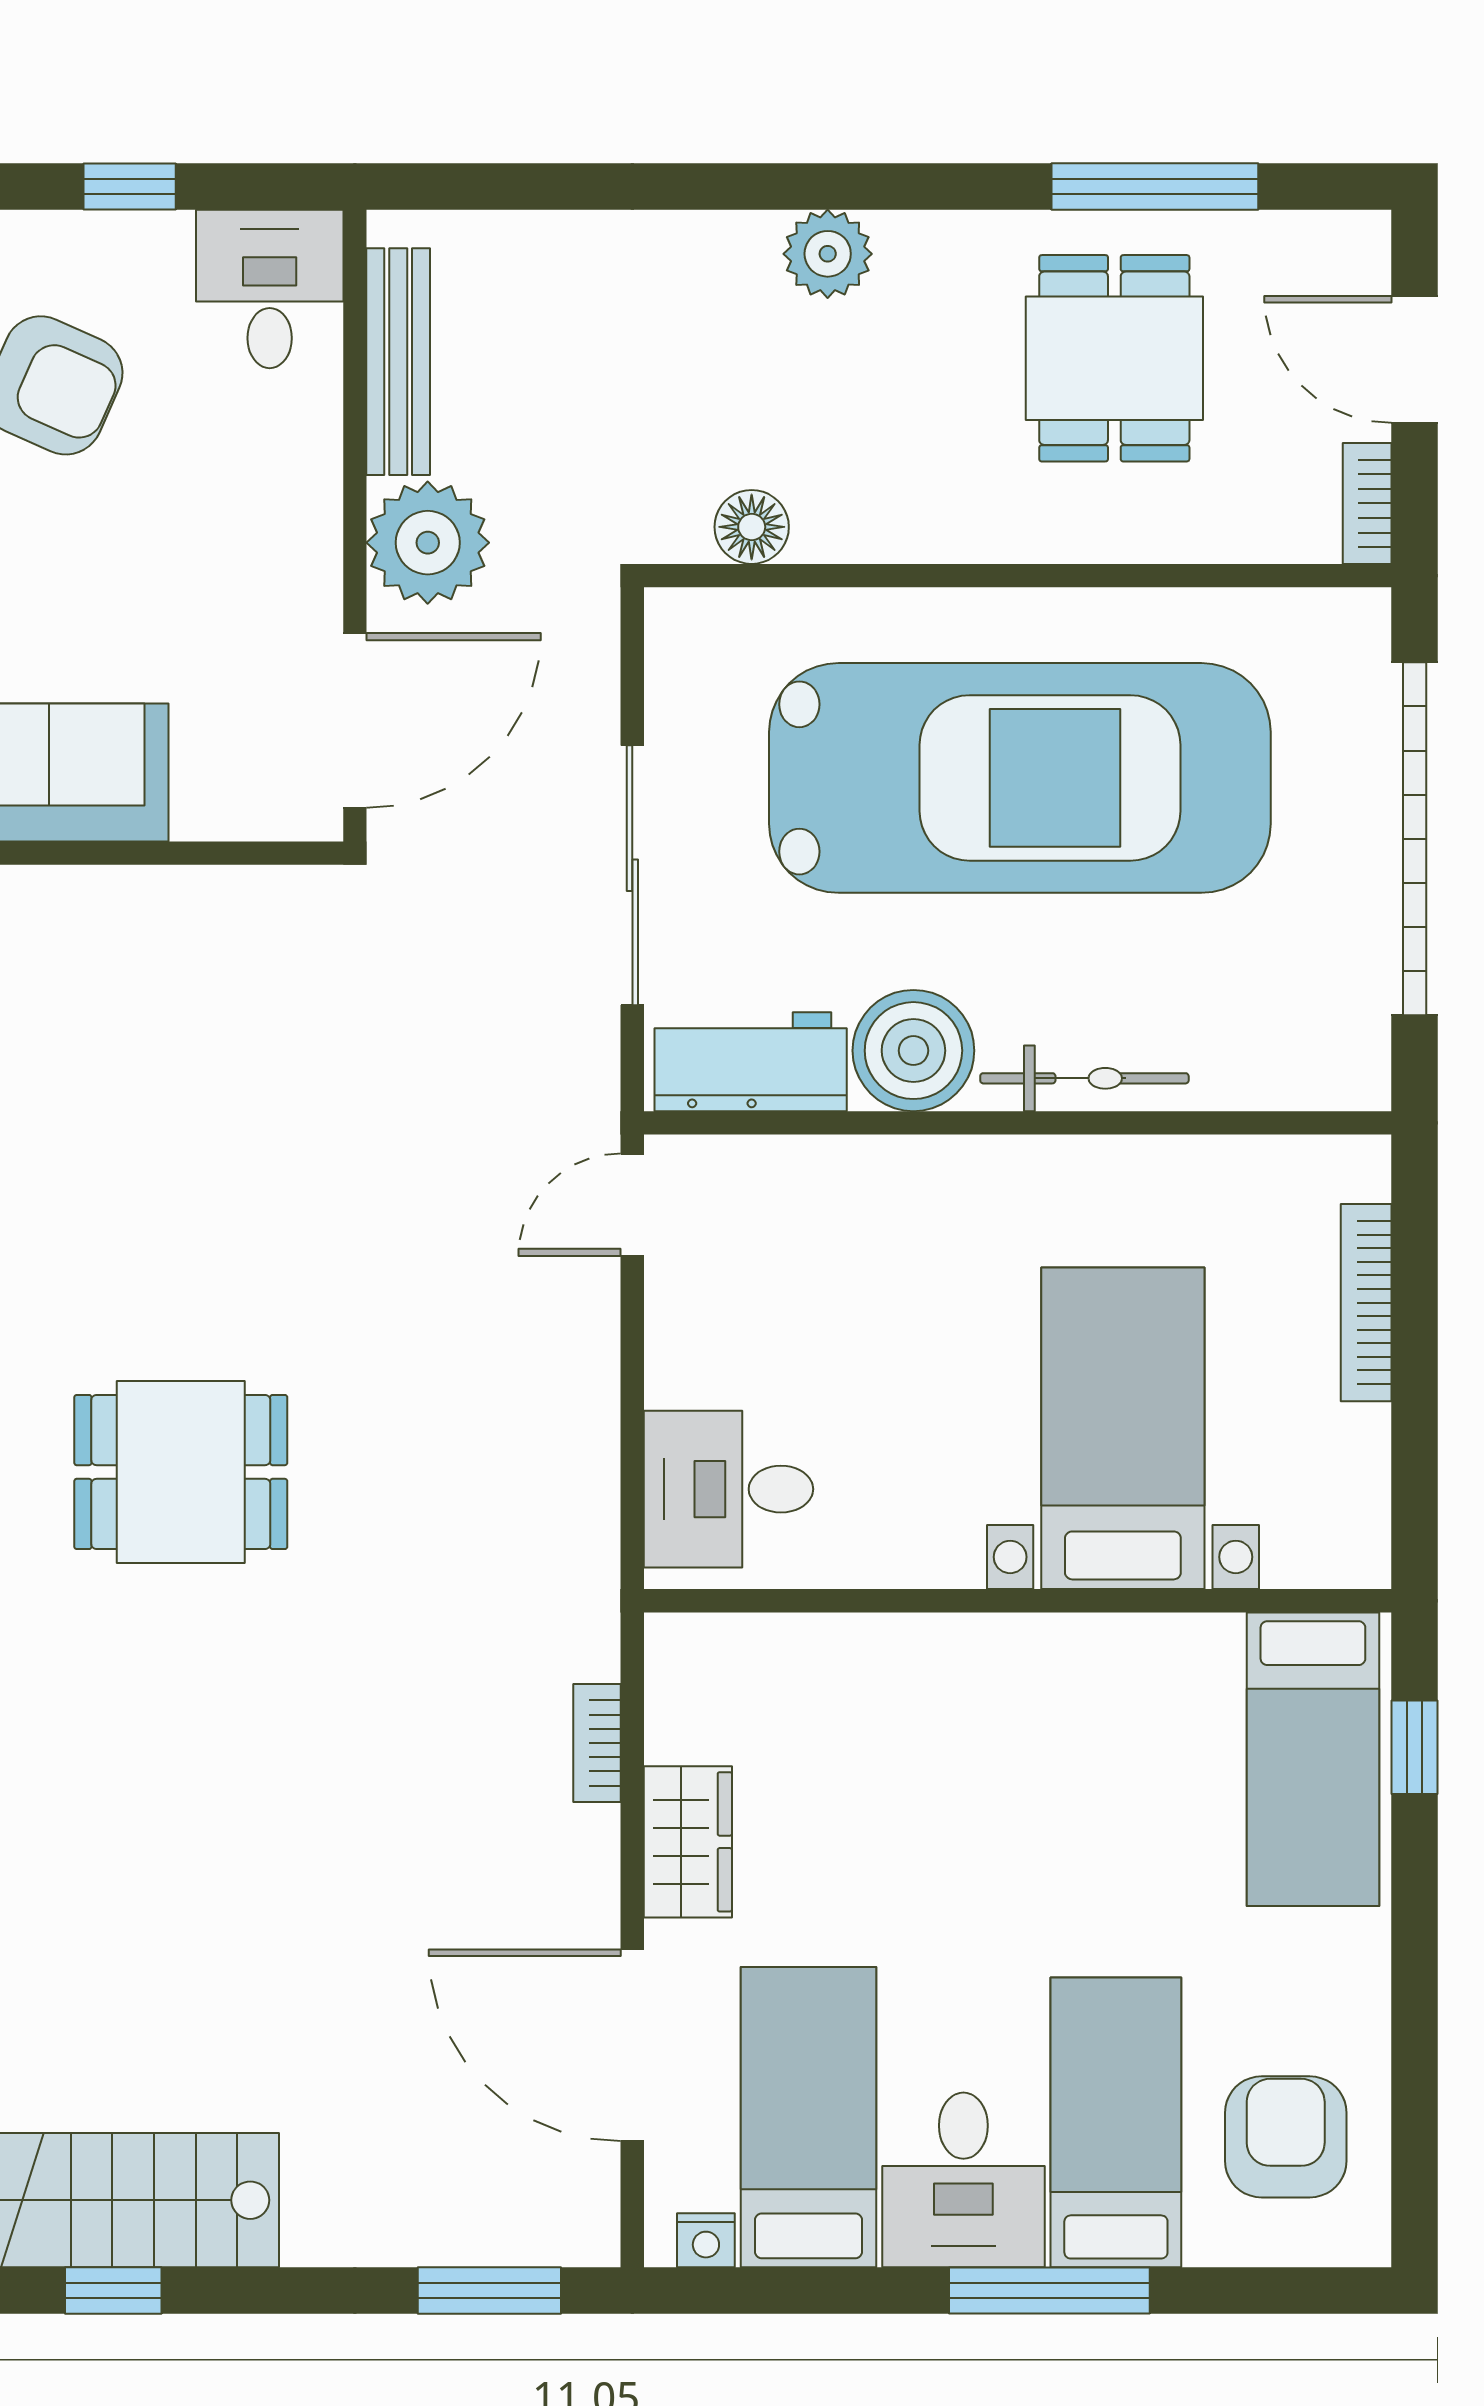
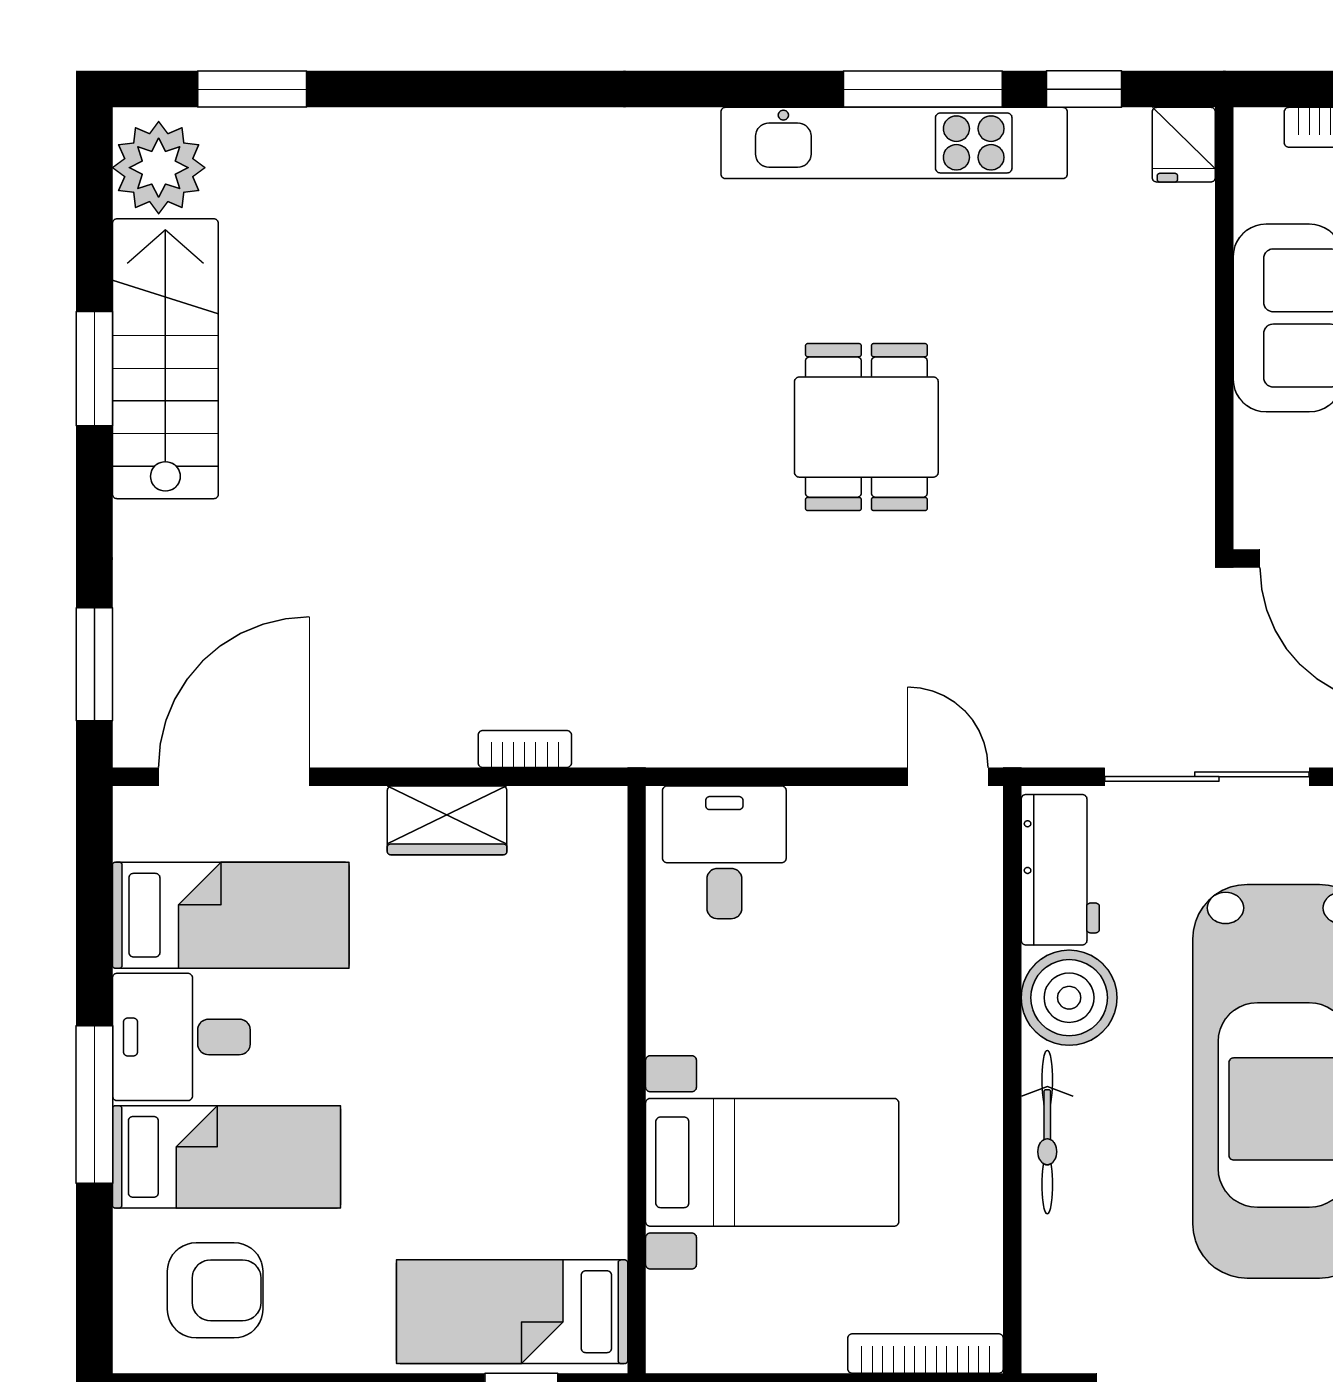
bookcase: (1366, 1303) -> (926, 1354), moved
dining table: (181, 1472) -> (866, 427), moved
door: (632, 2045) -> (234, 777), moved
nightstand: (706, 2240) -> (134, 835), removed
window: (113, 2291) -> (94, 369), width x1.50

